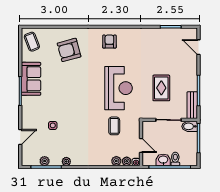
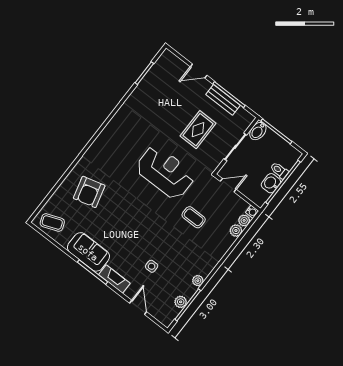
armchair: (109, 42) -> (112, 145), removed
door: (198, 47) -> (199, 71), moved
rug: (161, 88) -> (198, 130), turned 90
bench: (192, 105) -> (223, 100), moved
fireplace: (27, 108) -> (114, 279), added
coffee table: (114, 126) -> (194, 217), moved
door: (141, 145) -> (228, 185), moved

